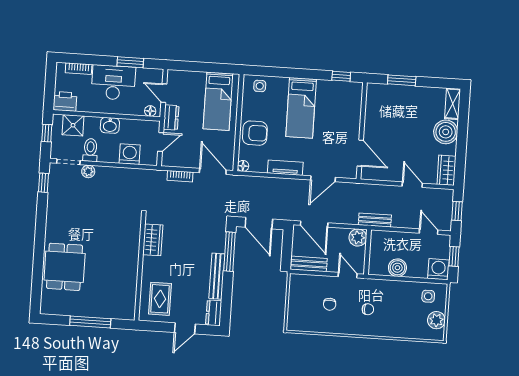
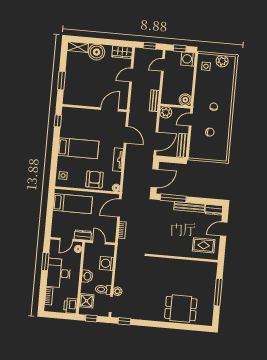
wardrobe: (153, 240) -> (164, 249), removed
boiler: (397, 268) -> (185, 100), moved
door: (185, 328) -> (224, 229), swing flipped

